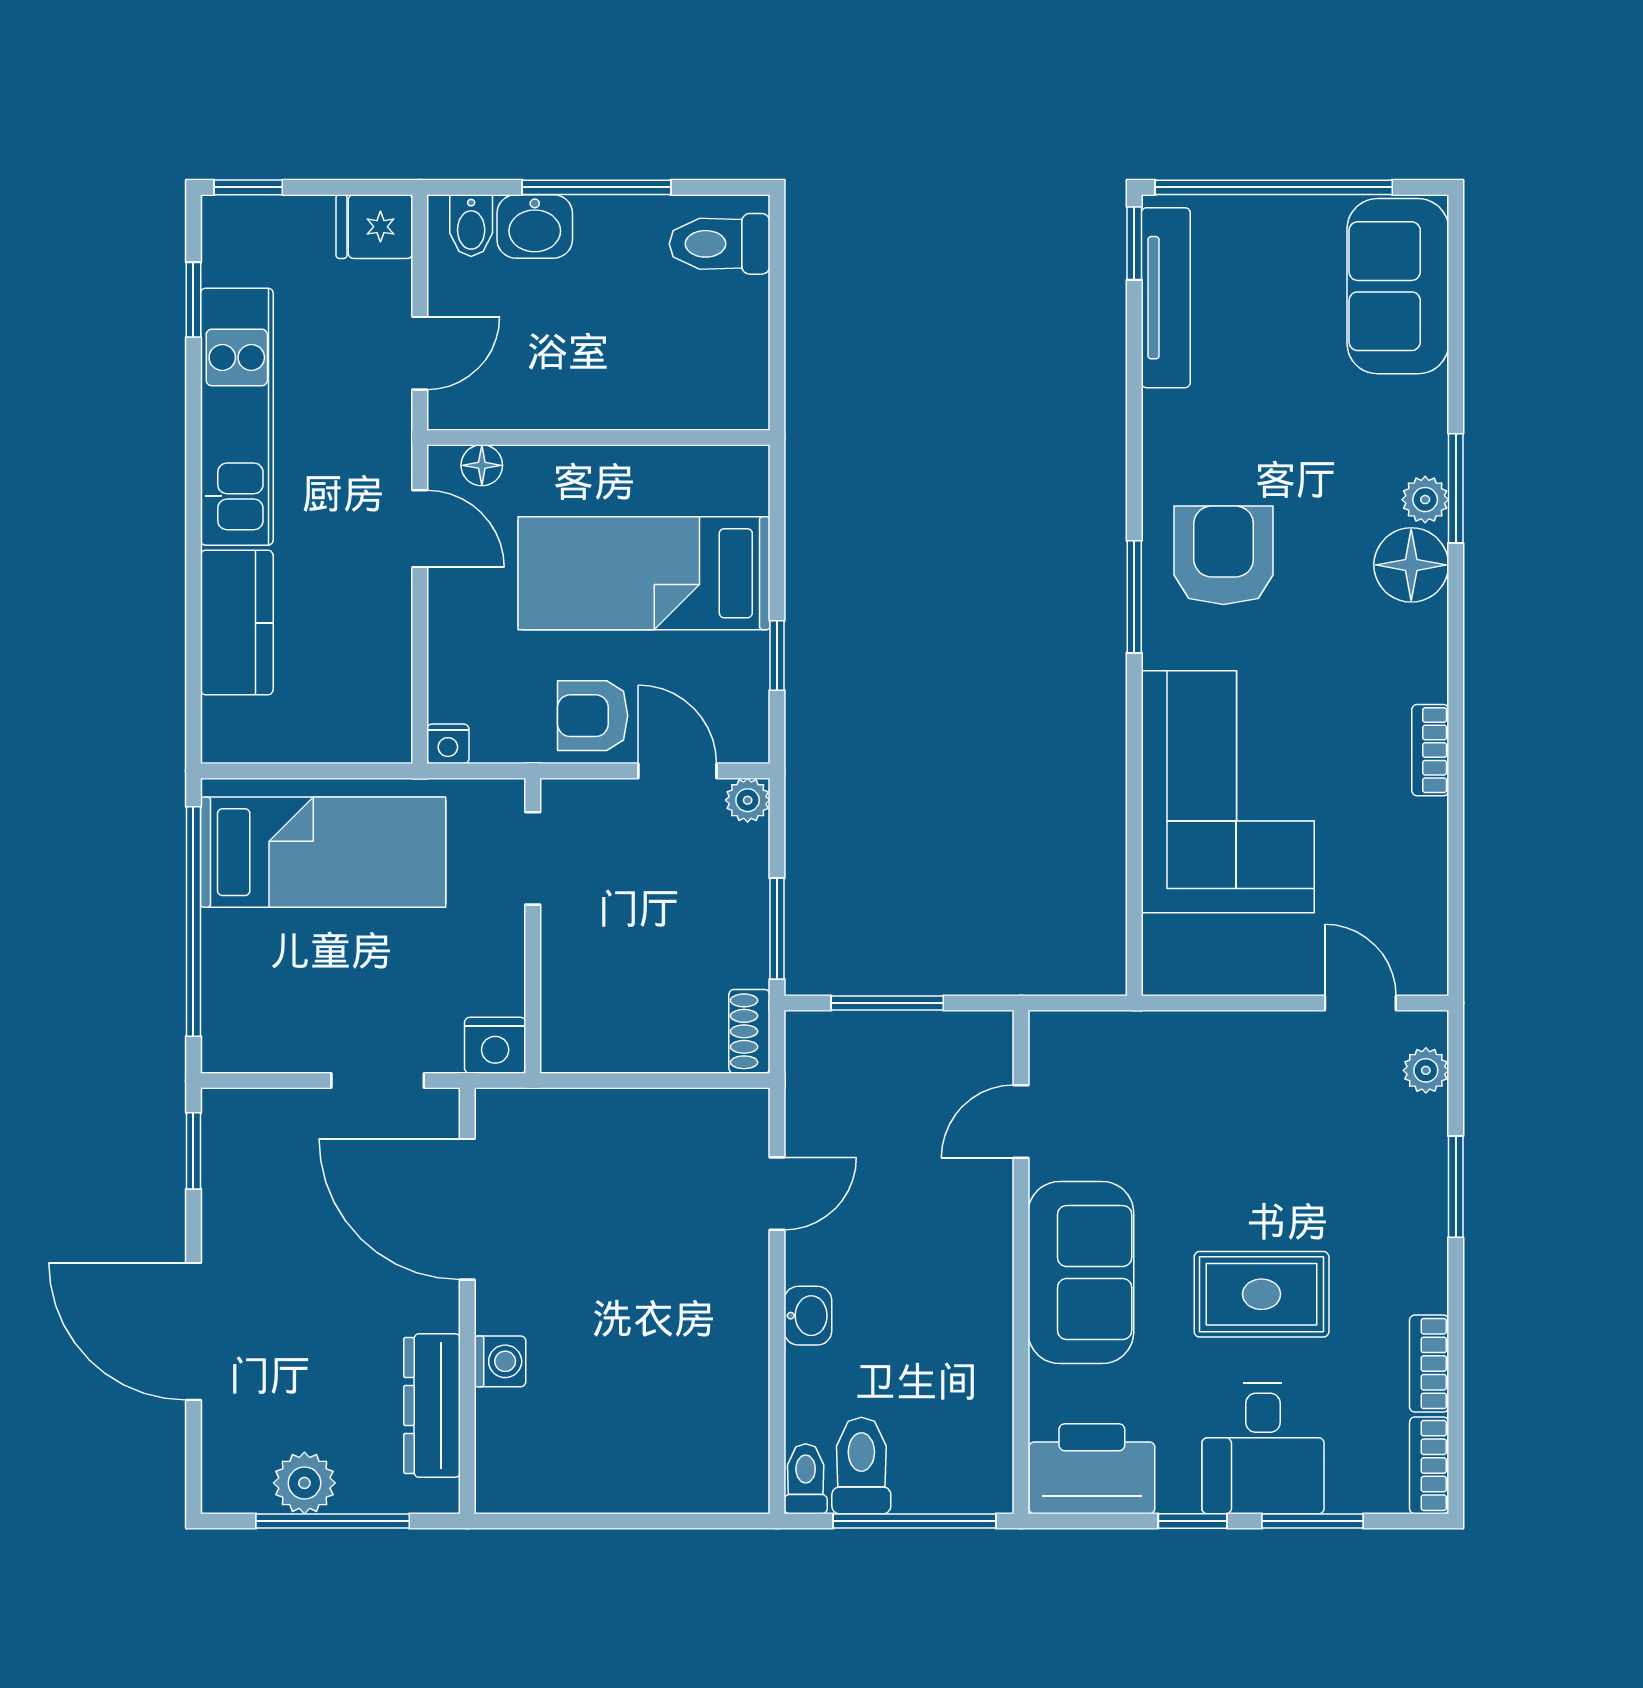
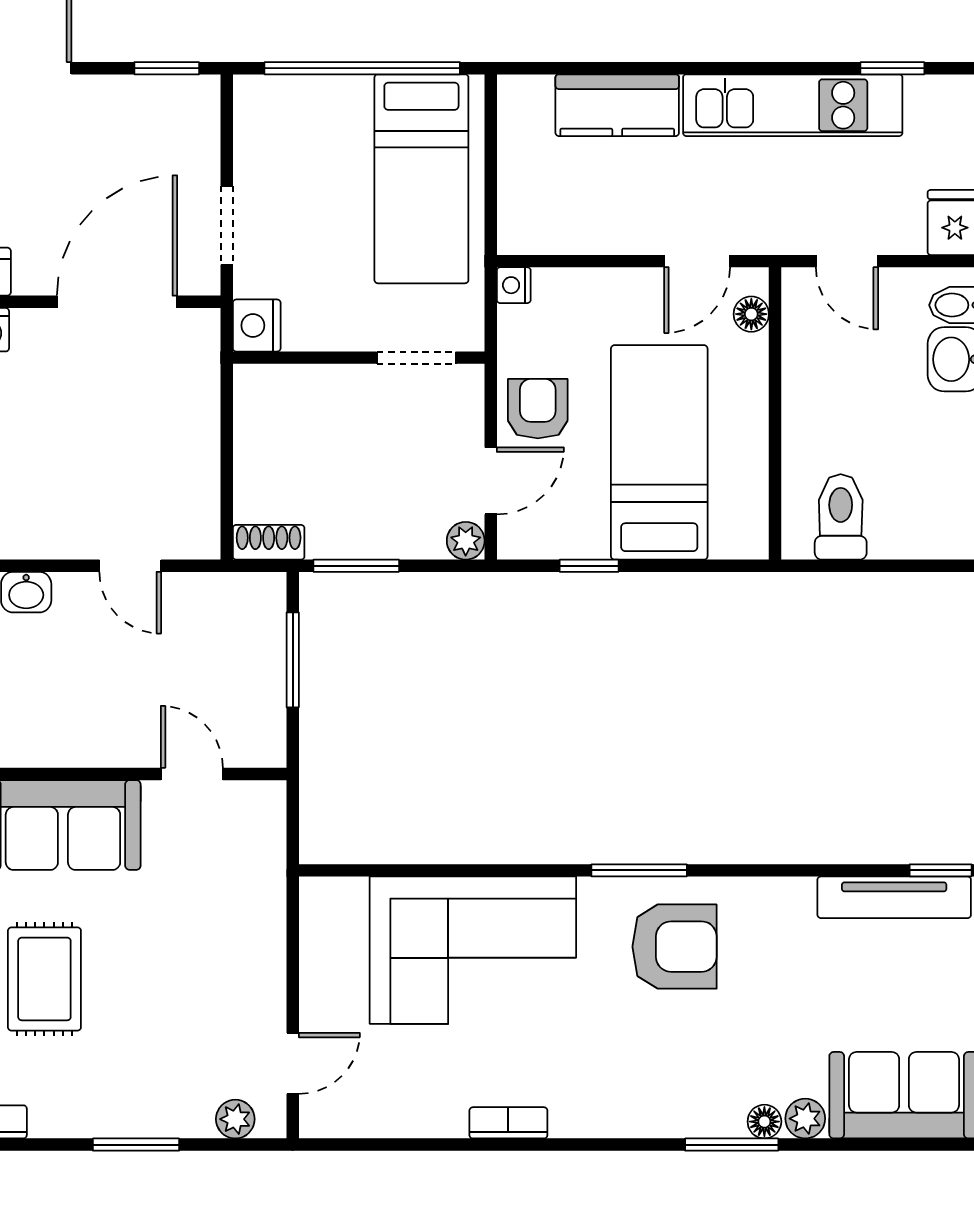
toilet: (720, 244) -> (841, 517), moved
plant: (1425, 500) -> (805, 1119), moved
floor lamp: (1411, 565) -> (764, 1122), moved, width x0.53, depth x0.53

